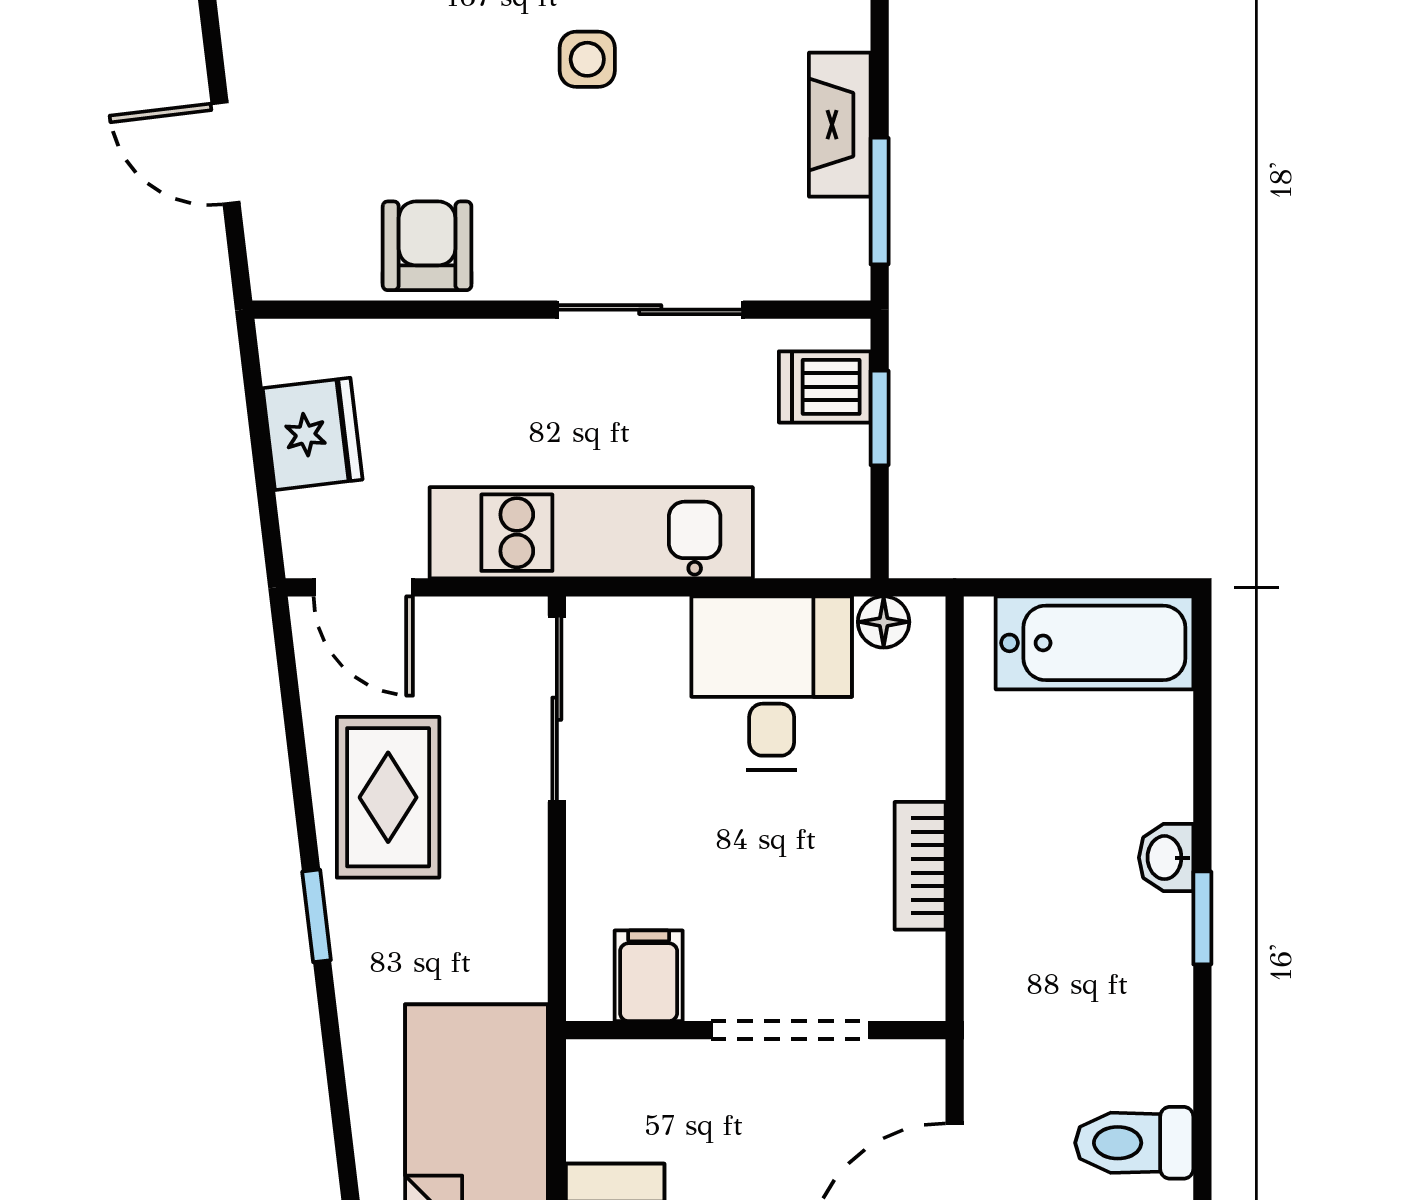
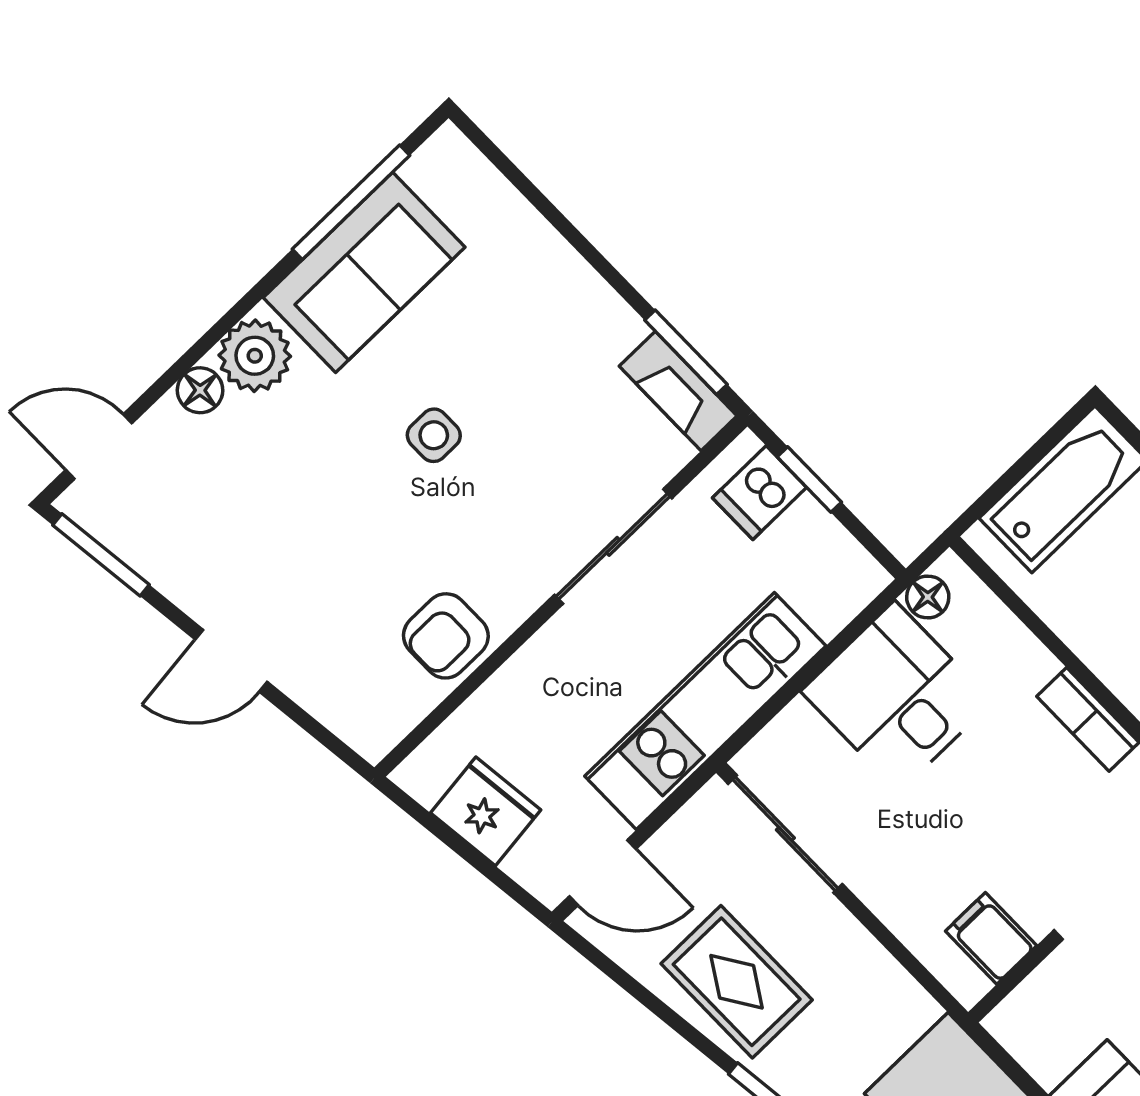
fireplace: (840, 125) -> (678, 391), moved
door: (225, 153) -> (231, 661), moved
armchair: (427, 246) -> (446, 636), turned -90

